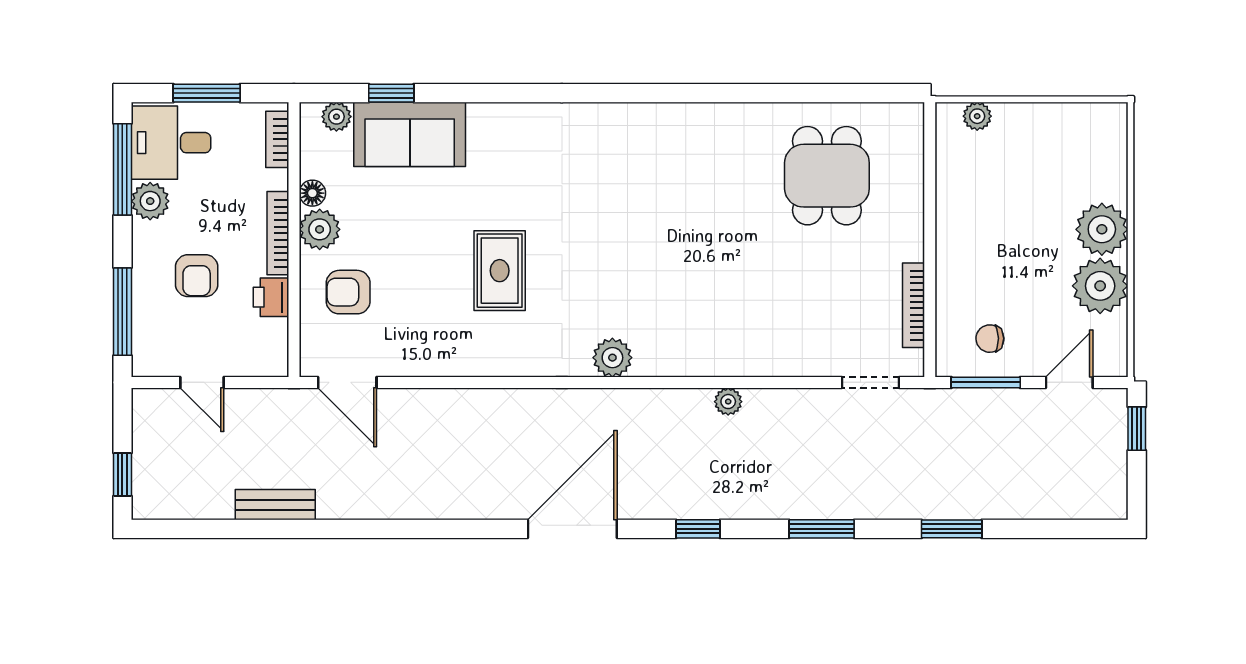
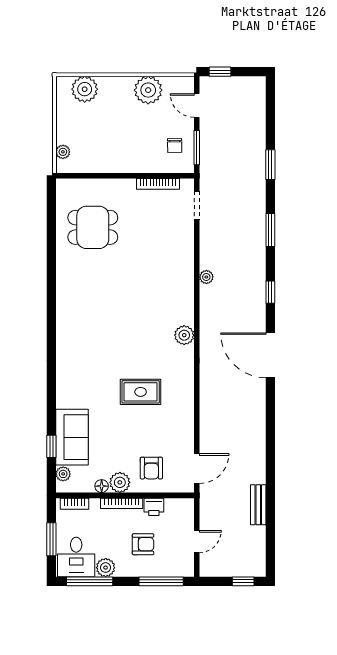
plant: (1102, 229) -> (85, 89), moved

